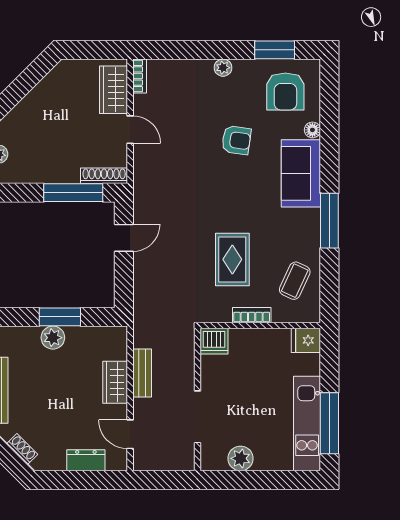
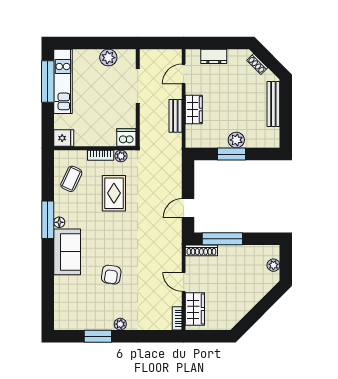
window: (275, 50) -> (98, 336), moved
armchair: (285, 91) -> (78, 308), removed
floor lamp: (312, 130) -> (59, 222), moved
armchair: (236, 140) -> (111, 275), turned -90
plant: (222, 314) -> (121, 156), added
door: (130, 434) -> (184, 74), swing flipped

